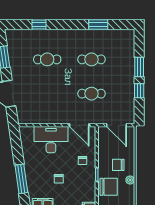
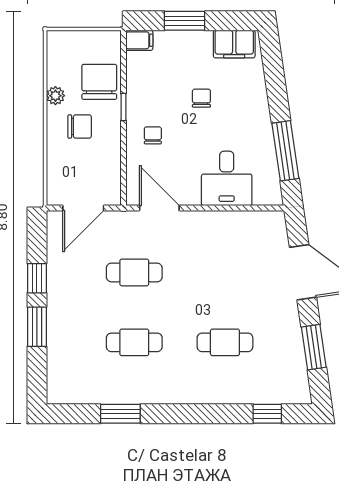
window: (39, 24) -> (267, 414), moved
door: (116, 125) -> (83, 208), swing flipped
desk: (51, 140) -> (227, 178), width x0.73
window: (21, 179) -> (285, 151), moved
chair: (109, 187) -> (99, 82), turned 90

